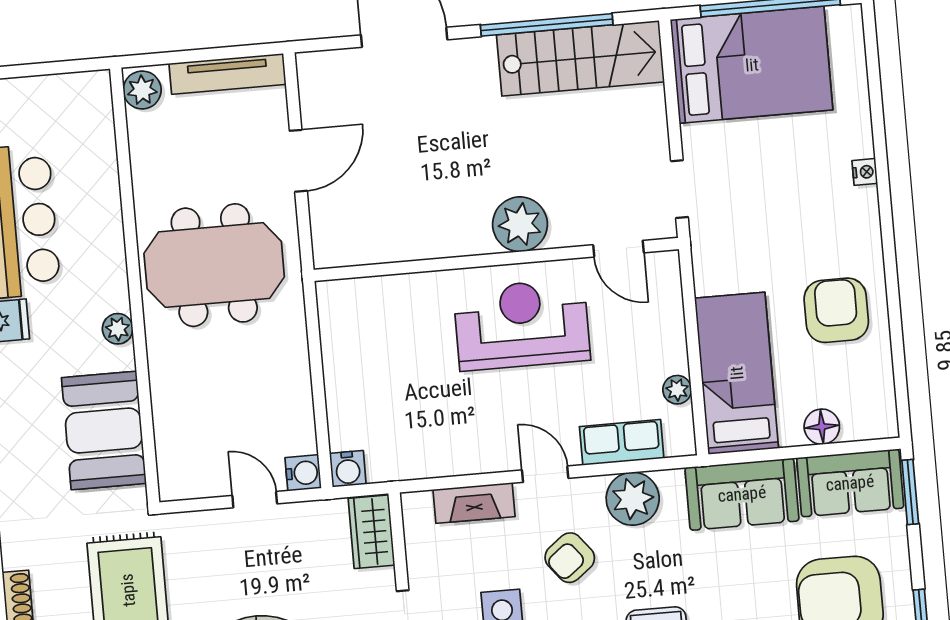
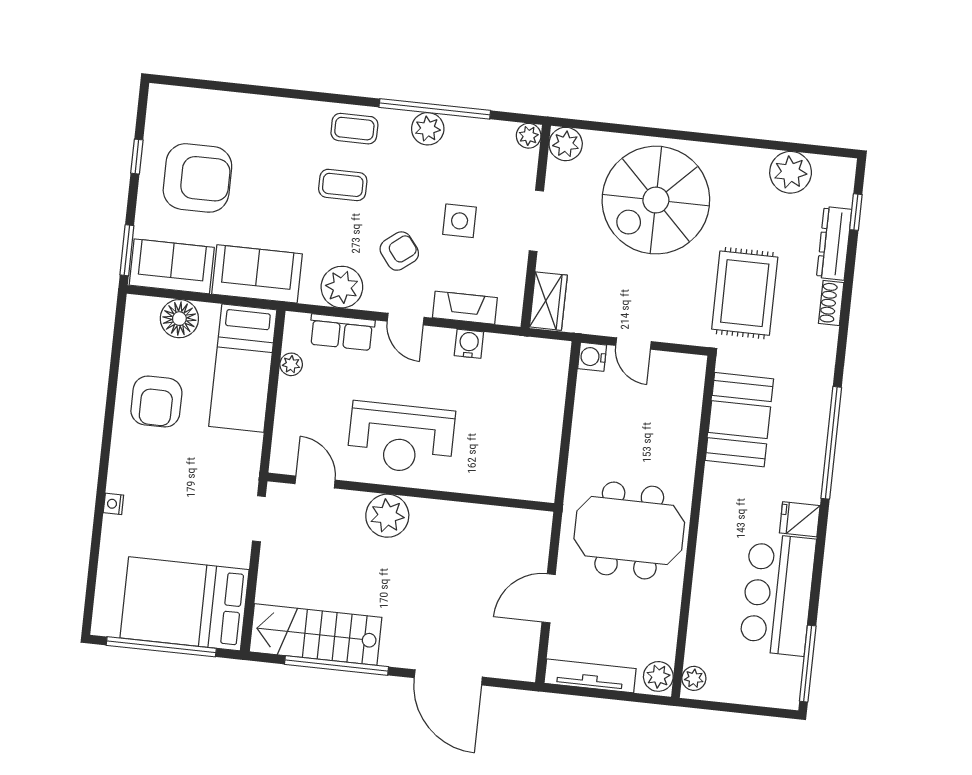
plant: (118, 329) -> (694, 678), moved
floor lamp: (822, 427) -> (179, 319), width x1.38, depth x1.38
water cooler: (348, 469) -> (469, 344), moved

